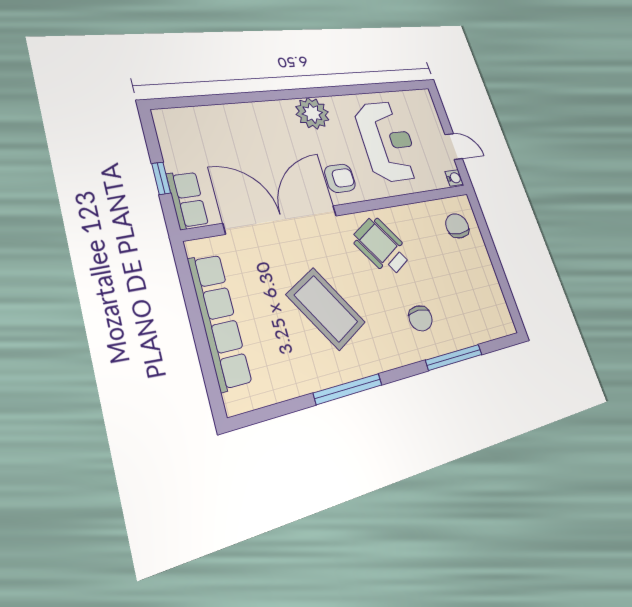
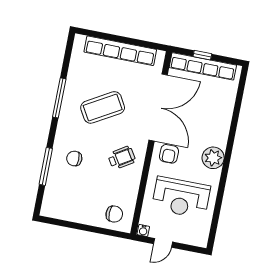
row of seats: (187, 200) -> (203, 66), width x2.02
wheelchair: (382, 246) -> (122, 158), width x0.73, depth x0.73

